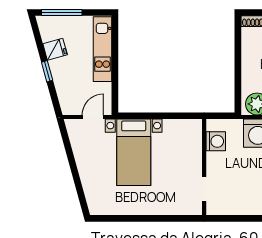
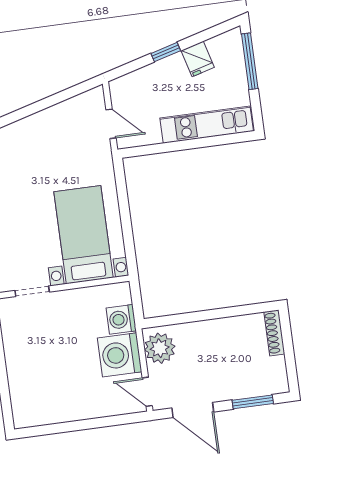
washing machine: (216, 141) -> (121, 319), moved, turned 90
bed with nightstands: (134, 152) -> (84, 235), moved, turned 90

